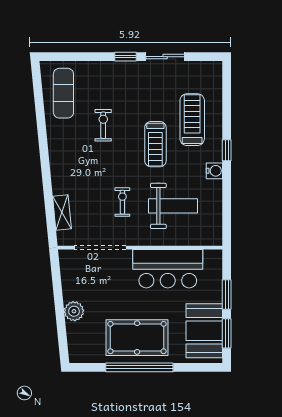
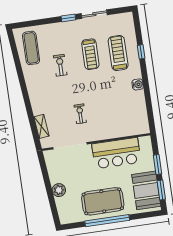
treadmill: (155, 144) -> (90, 54), moved
window: (227, 150) -> (141, 52), moved
weight bench: (173, 206) -> (114, 111), removed

